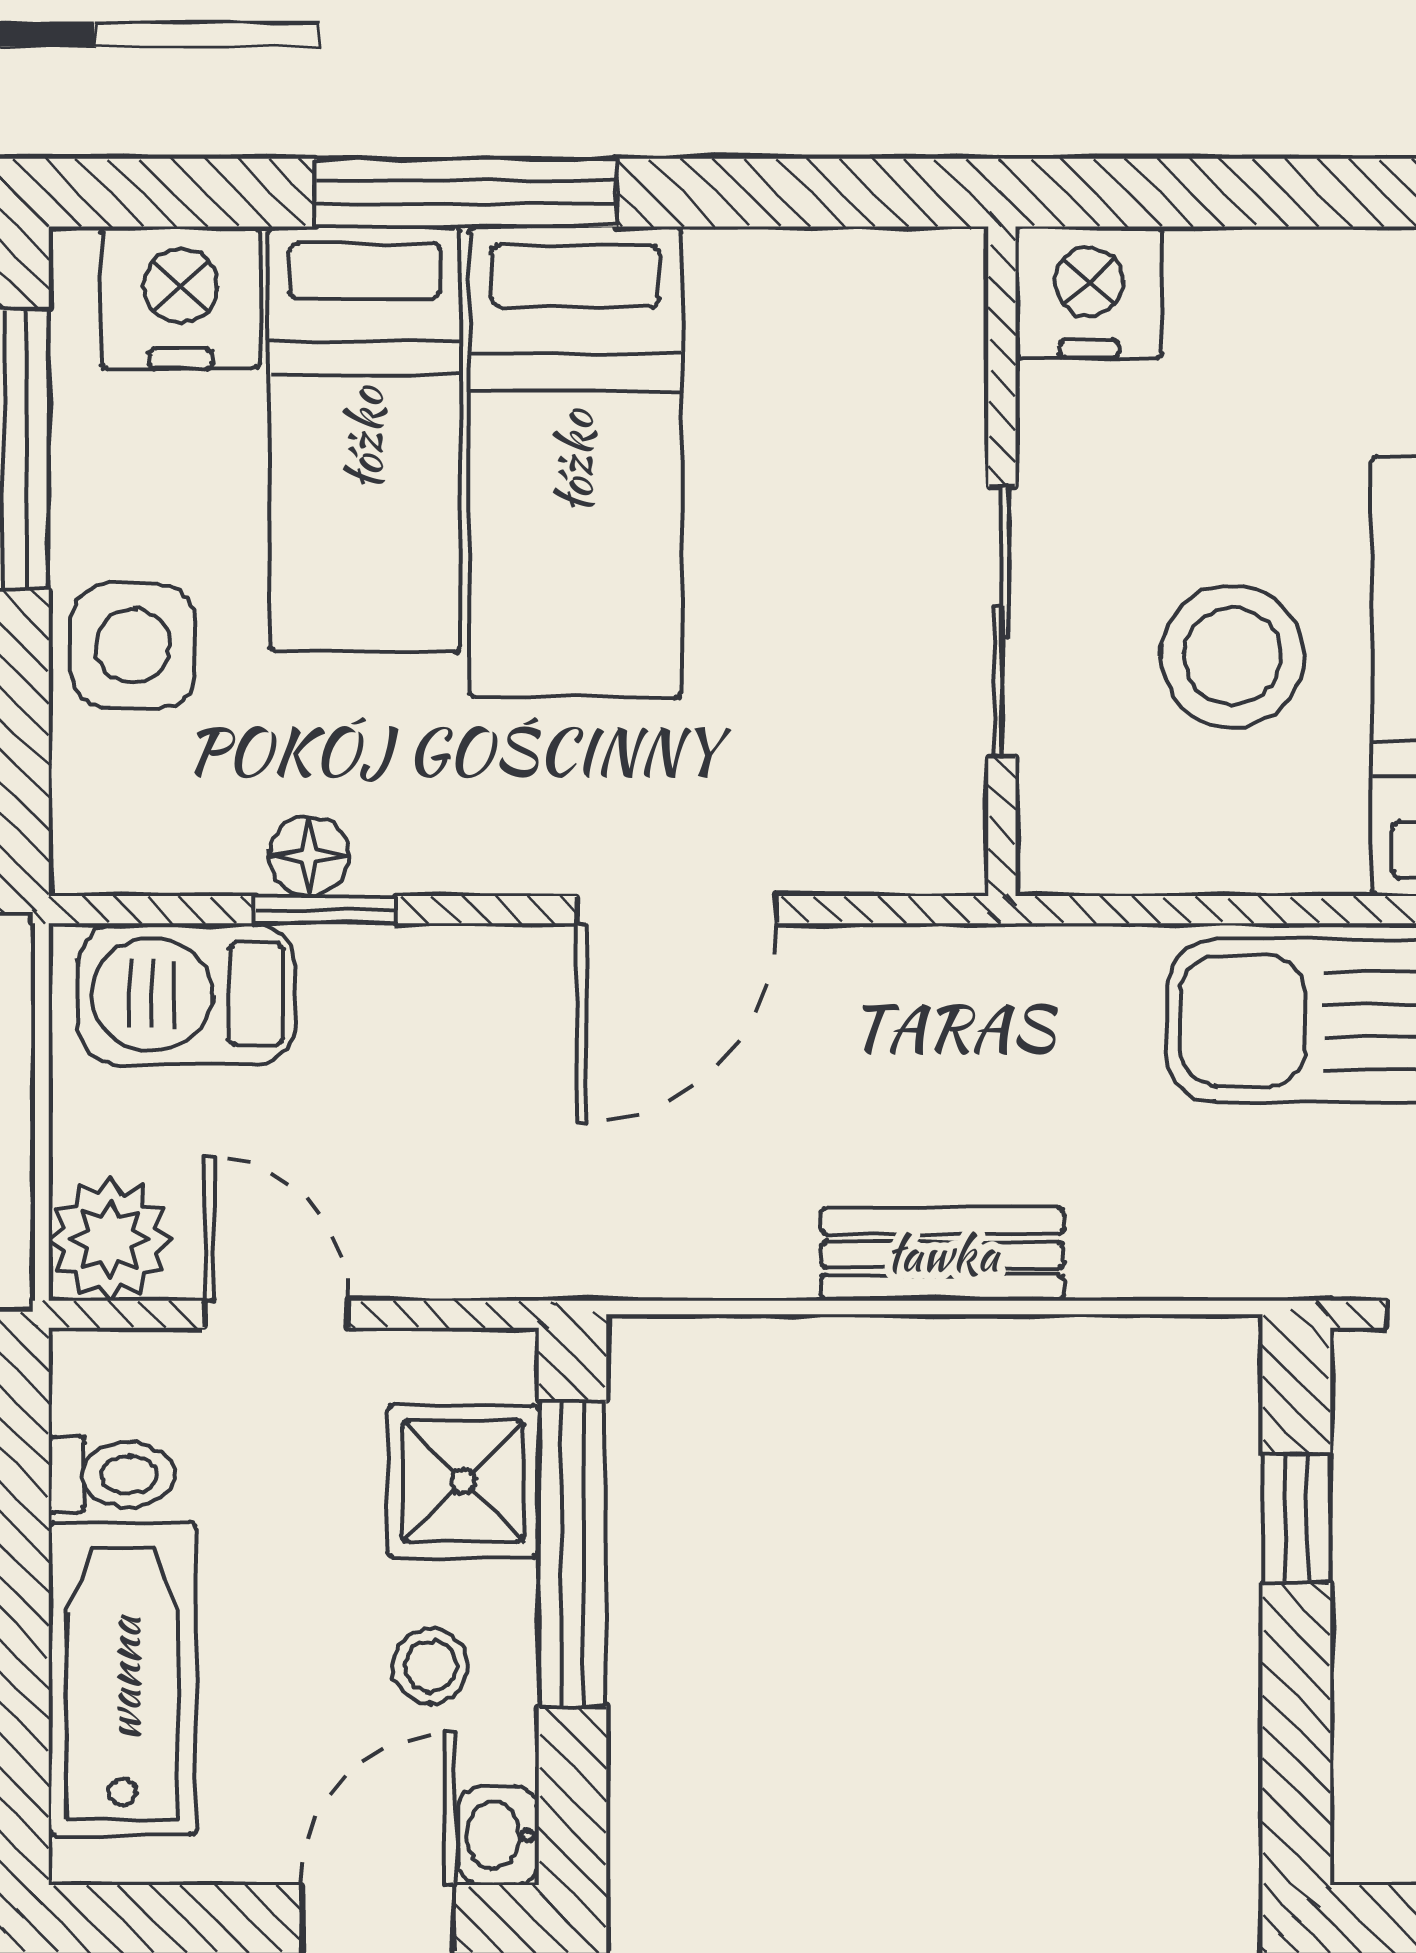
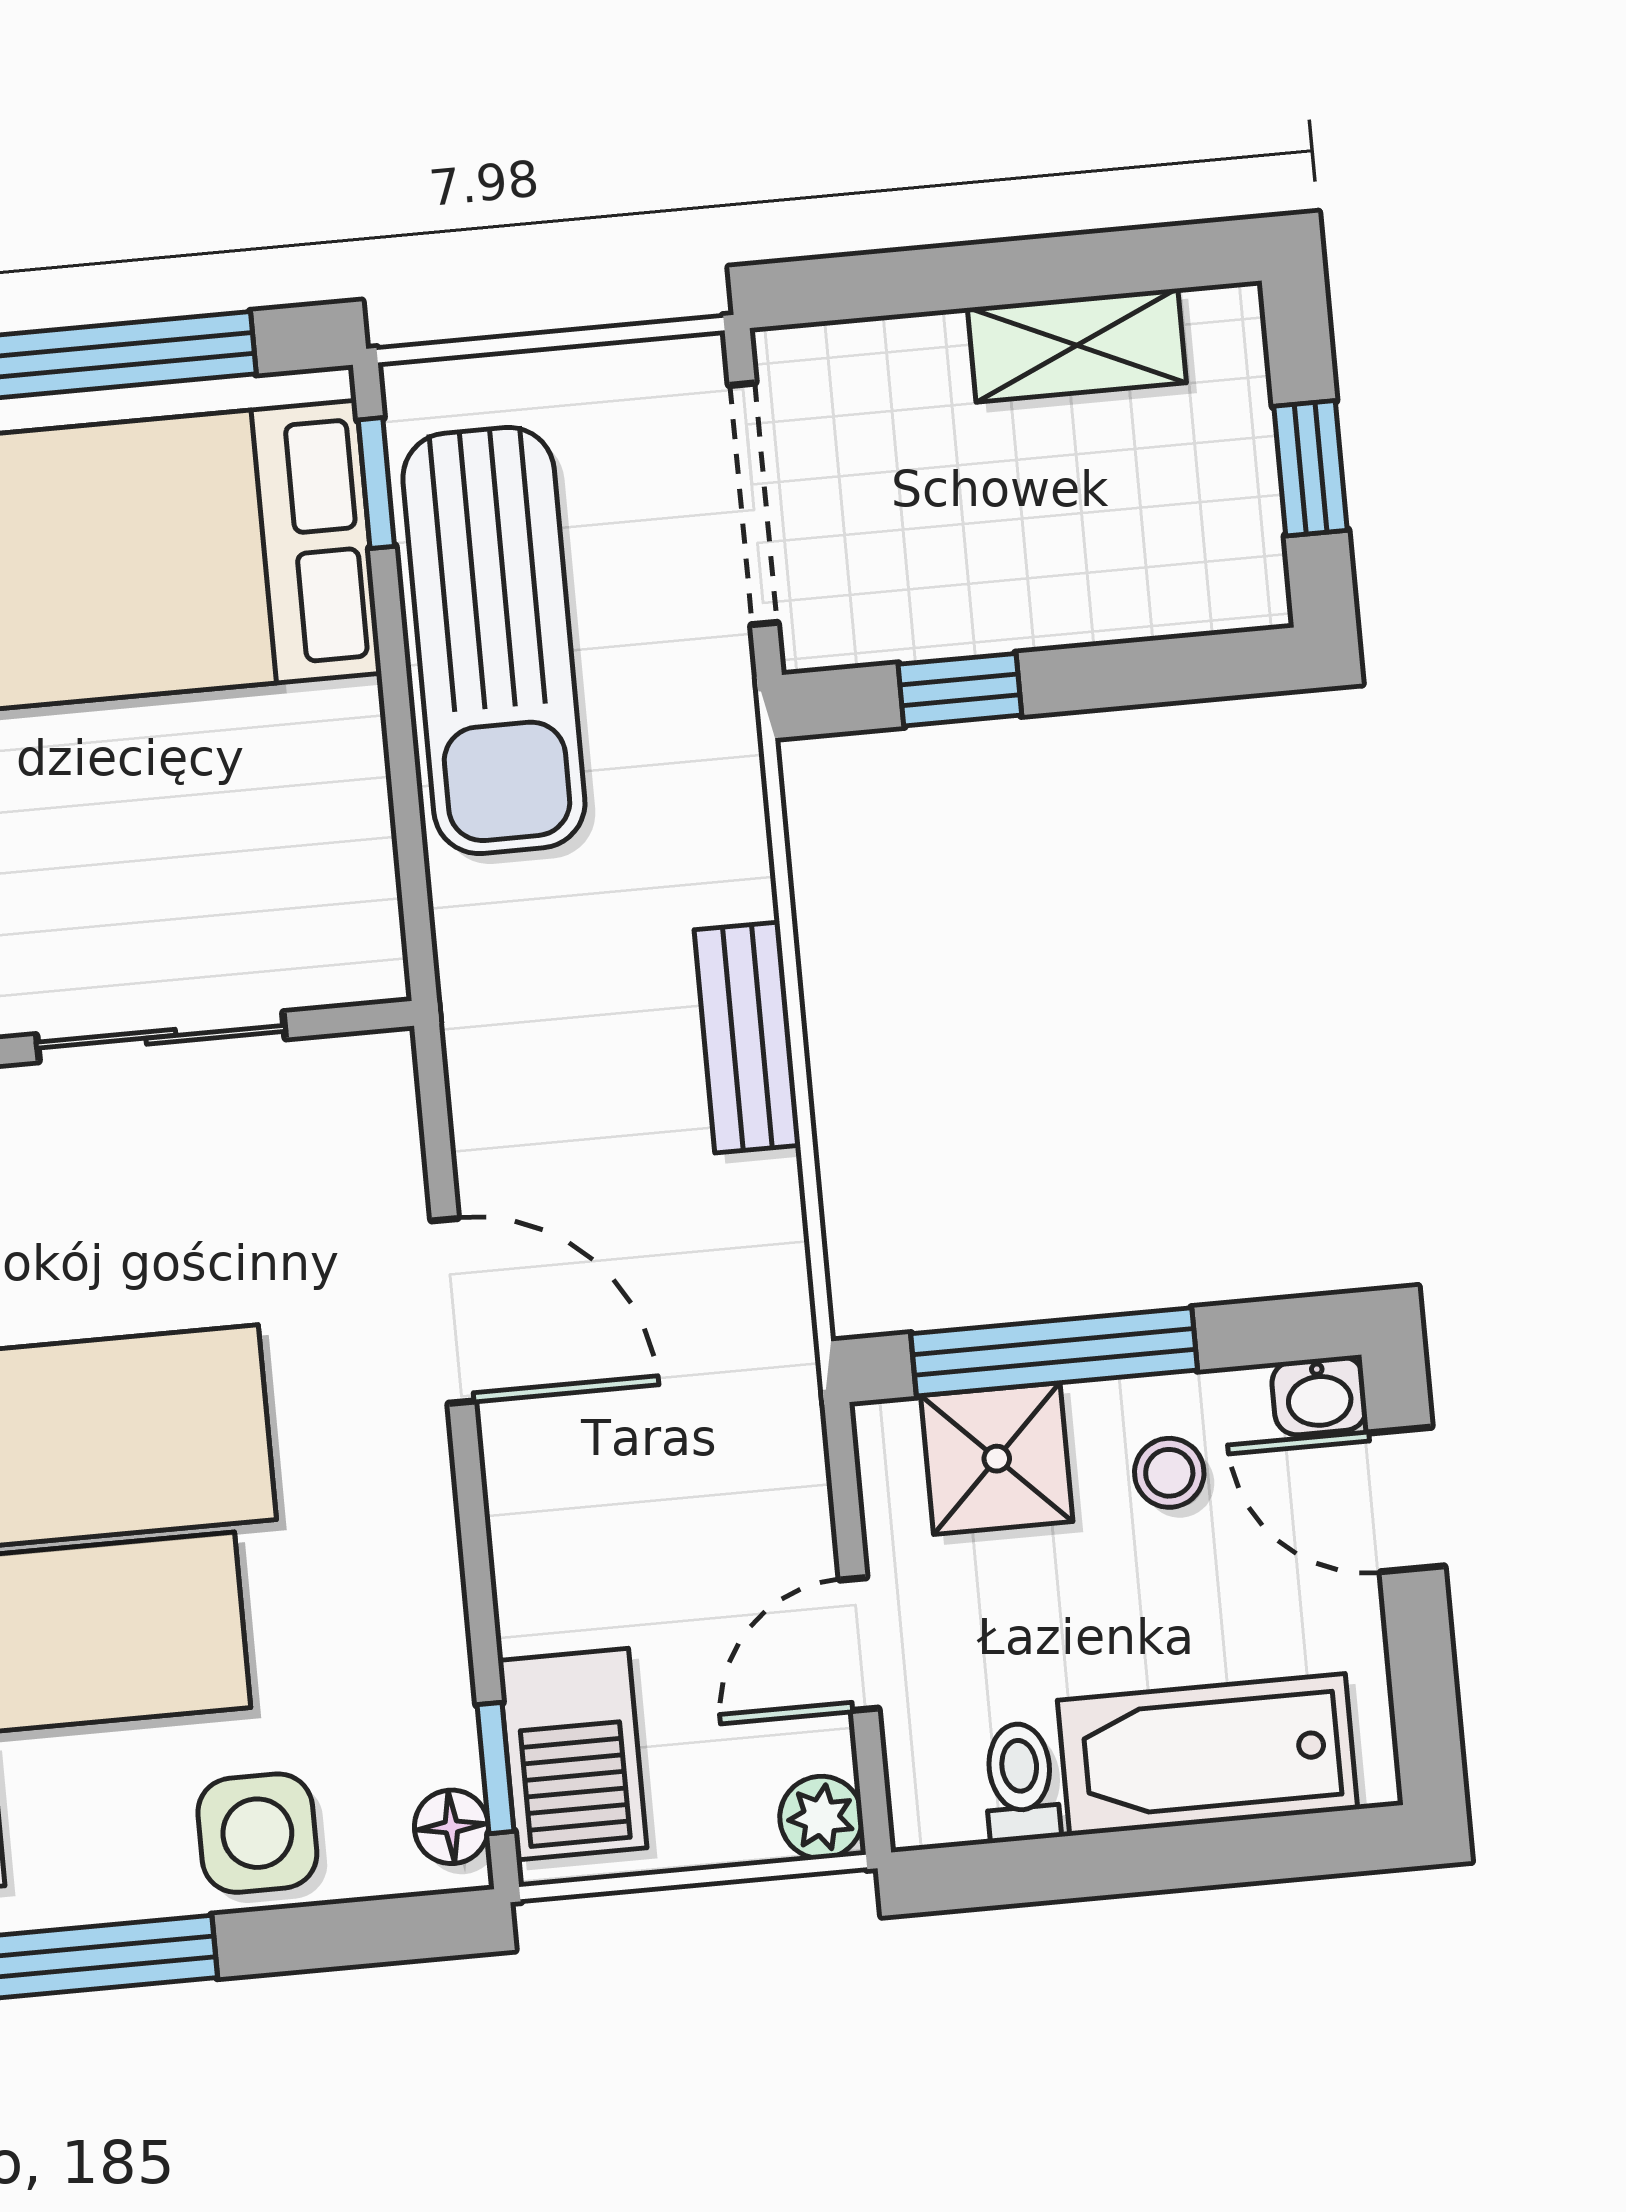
stool: (1233, 656) -> (173, 822), removed
floor lamp: (309, 856) -> (451, 1827), moved
window: (325, 910) -> (496, 1768), moved
plant: (110, 1239) -> (821, 1817), width x0.73, depth x0.73

